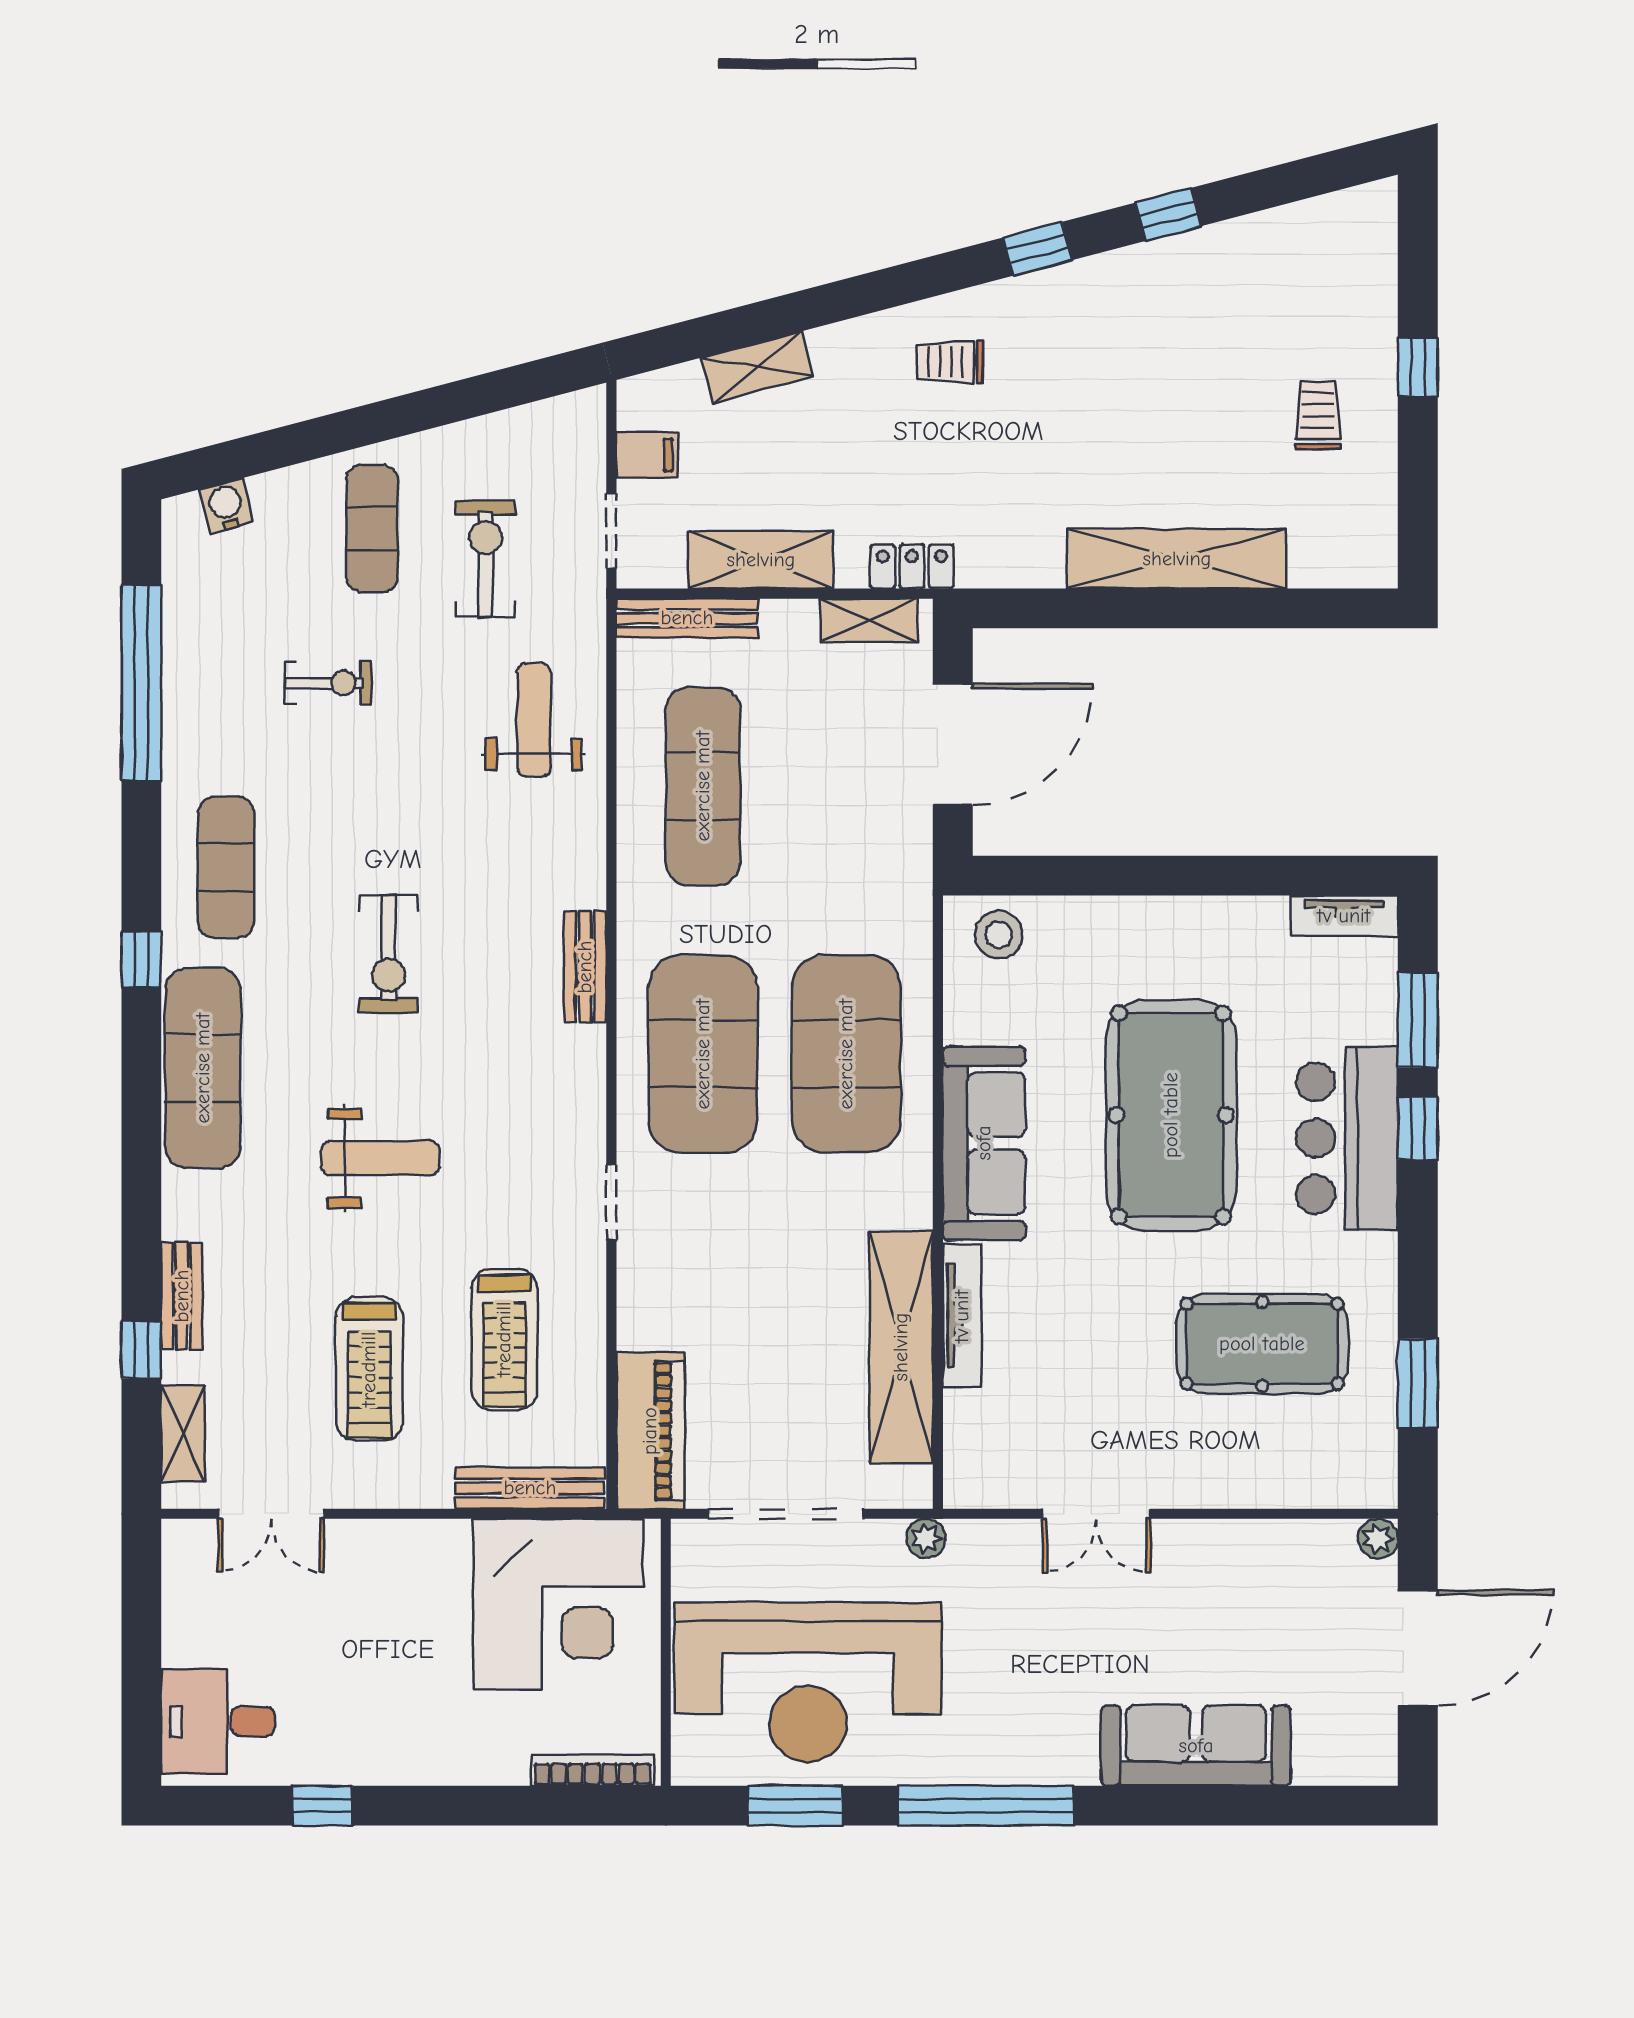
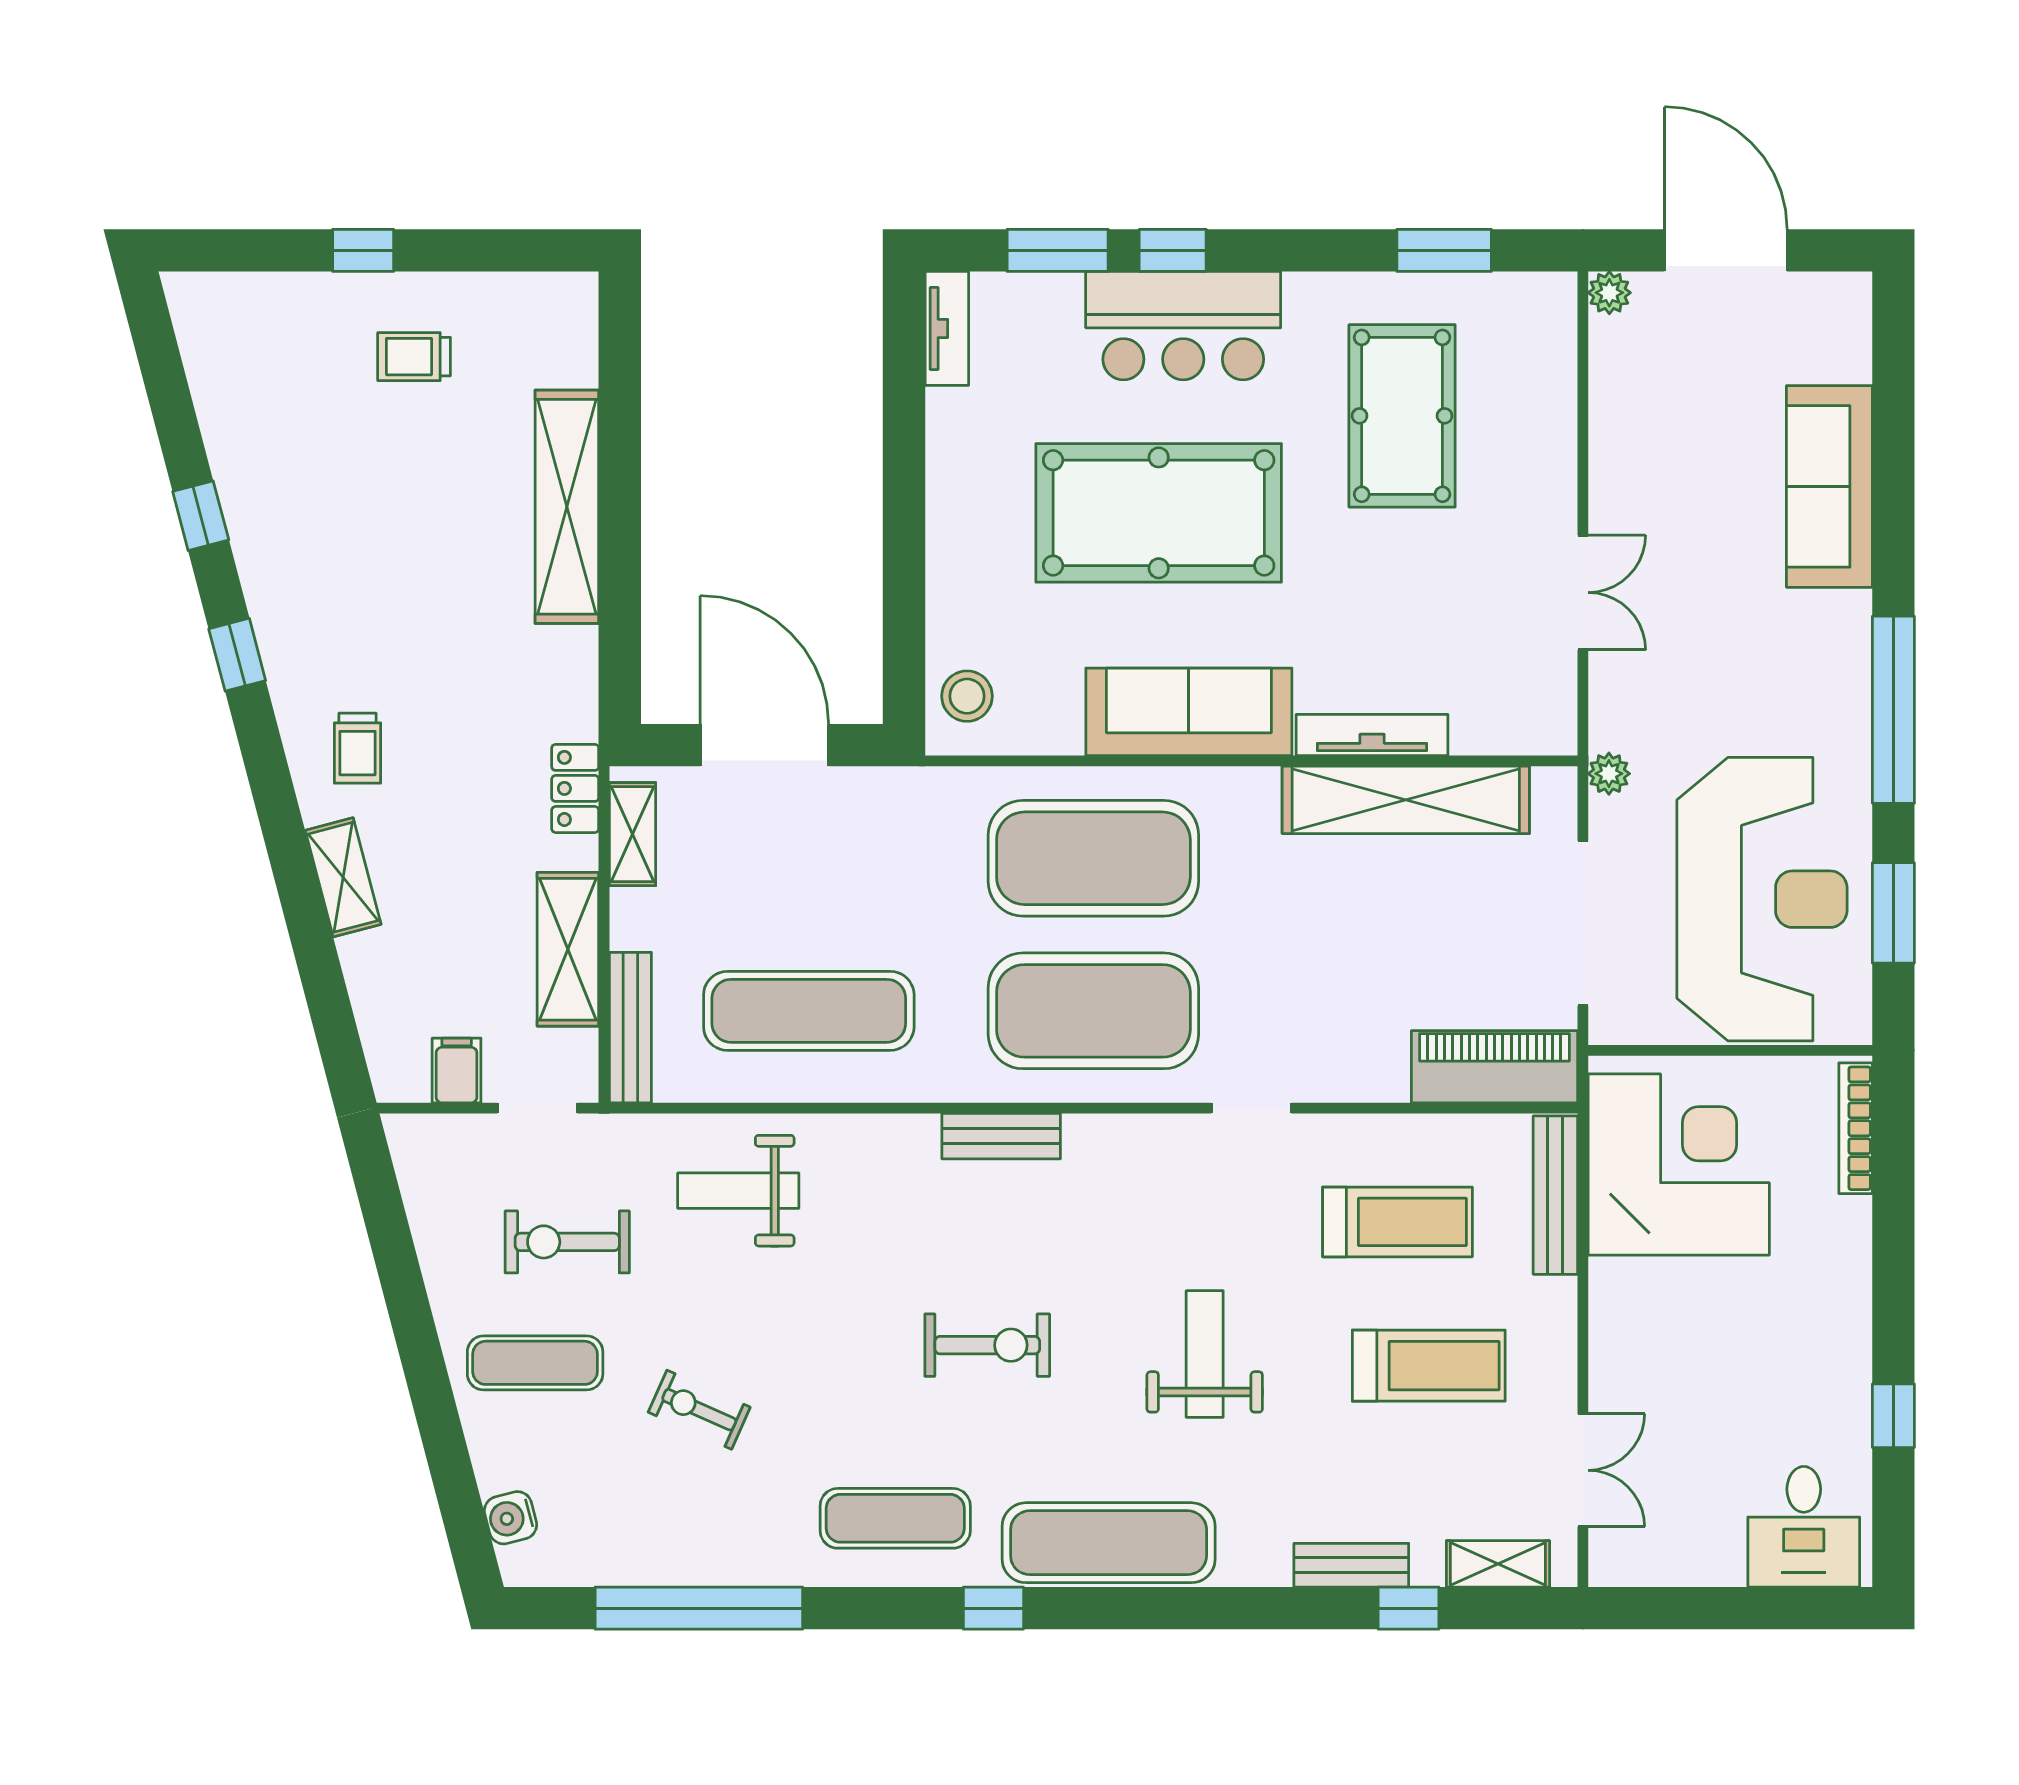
shelving: (757, 367) -> (343, 877), moved
exercise bike: (328, 683) -> (699, 1410), turned -66

